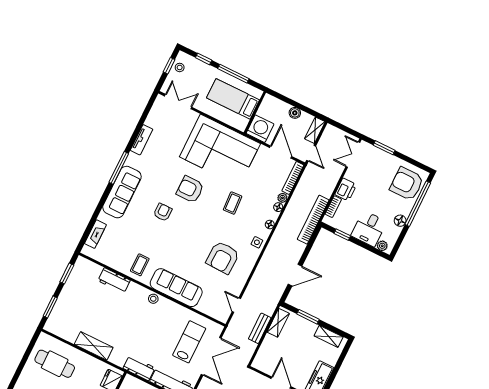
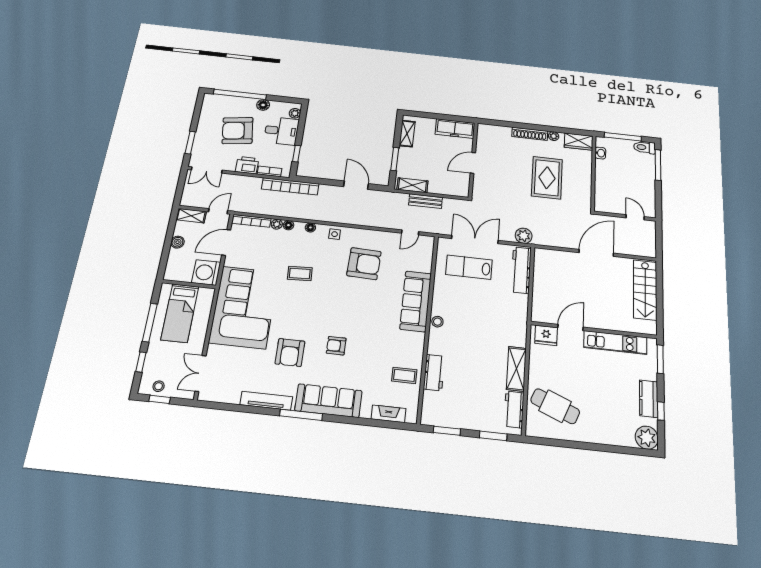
tv unit: (142, 140) -> (266, 401), width x1.41
armchair: (407, 184) -> (238, 131), moved, turned 82
armchair: (190, 189) -> (290, 352), moved
coffee table: (140, 265) -> (404, 375), moved
cafe table: (55, 364) -> (555, 406), turned -68
workbench: (139, 368) -> (514, 409), moved

